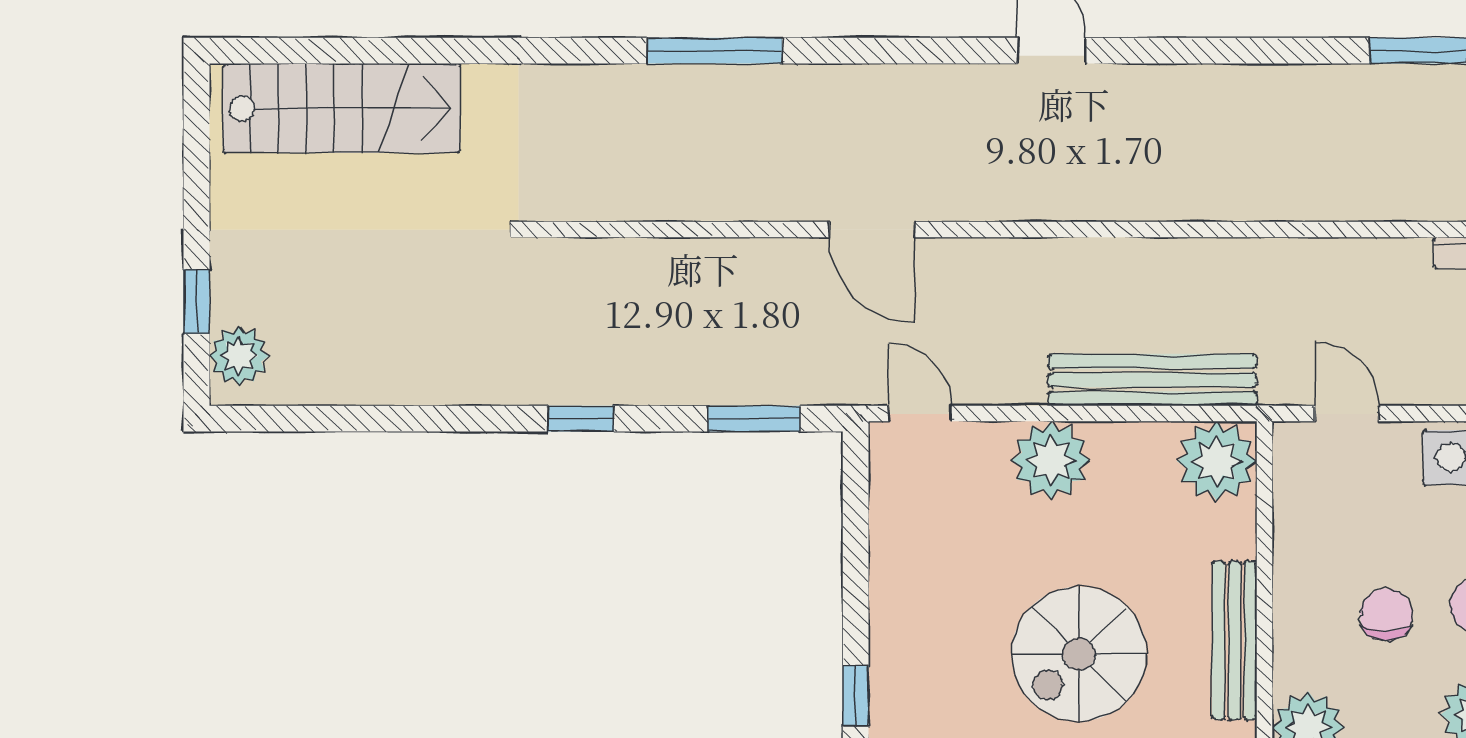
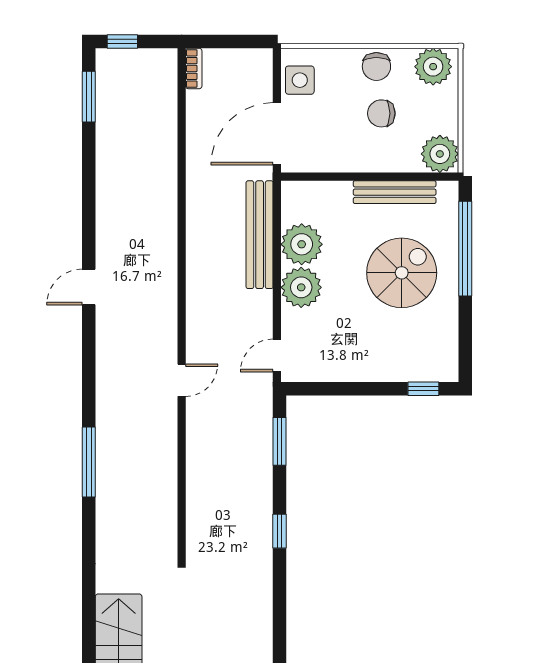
door: (872, 230) -> (182, 380), width x0.73
door: (1347, 414) -> (277, 134), width x1.88
plant: (1217, 461) -> (302, 244), moved
spiral stairs: (1079, 654) -> (402, 273), turned -90

